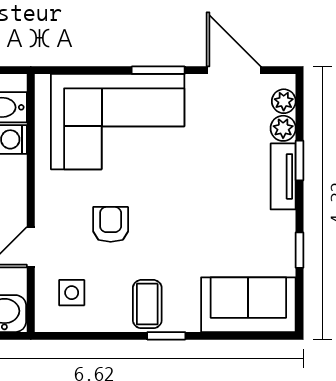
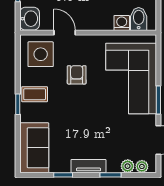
tv unit: (283, 176) -> (88, 166), moved
armchair: (111, 224) -> (77, 75), turned -90
side table: (72, 293) -> (41, 54), width x1.87, depth x1.87

